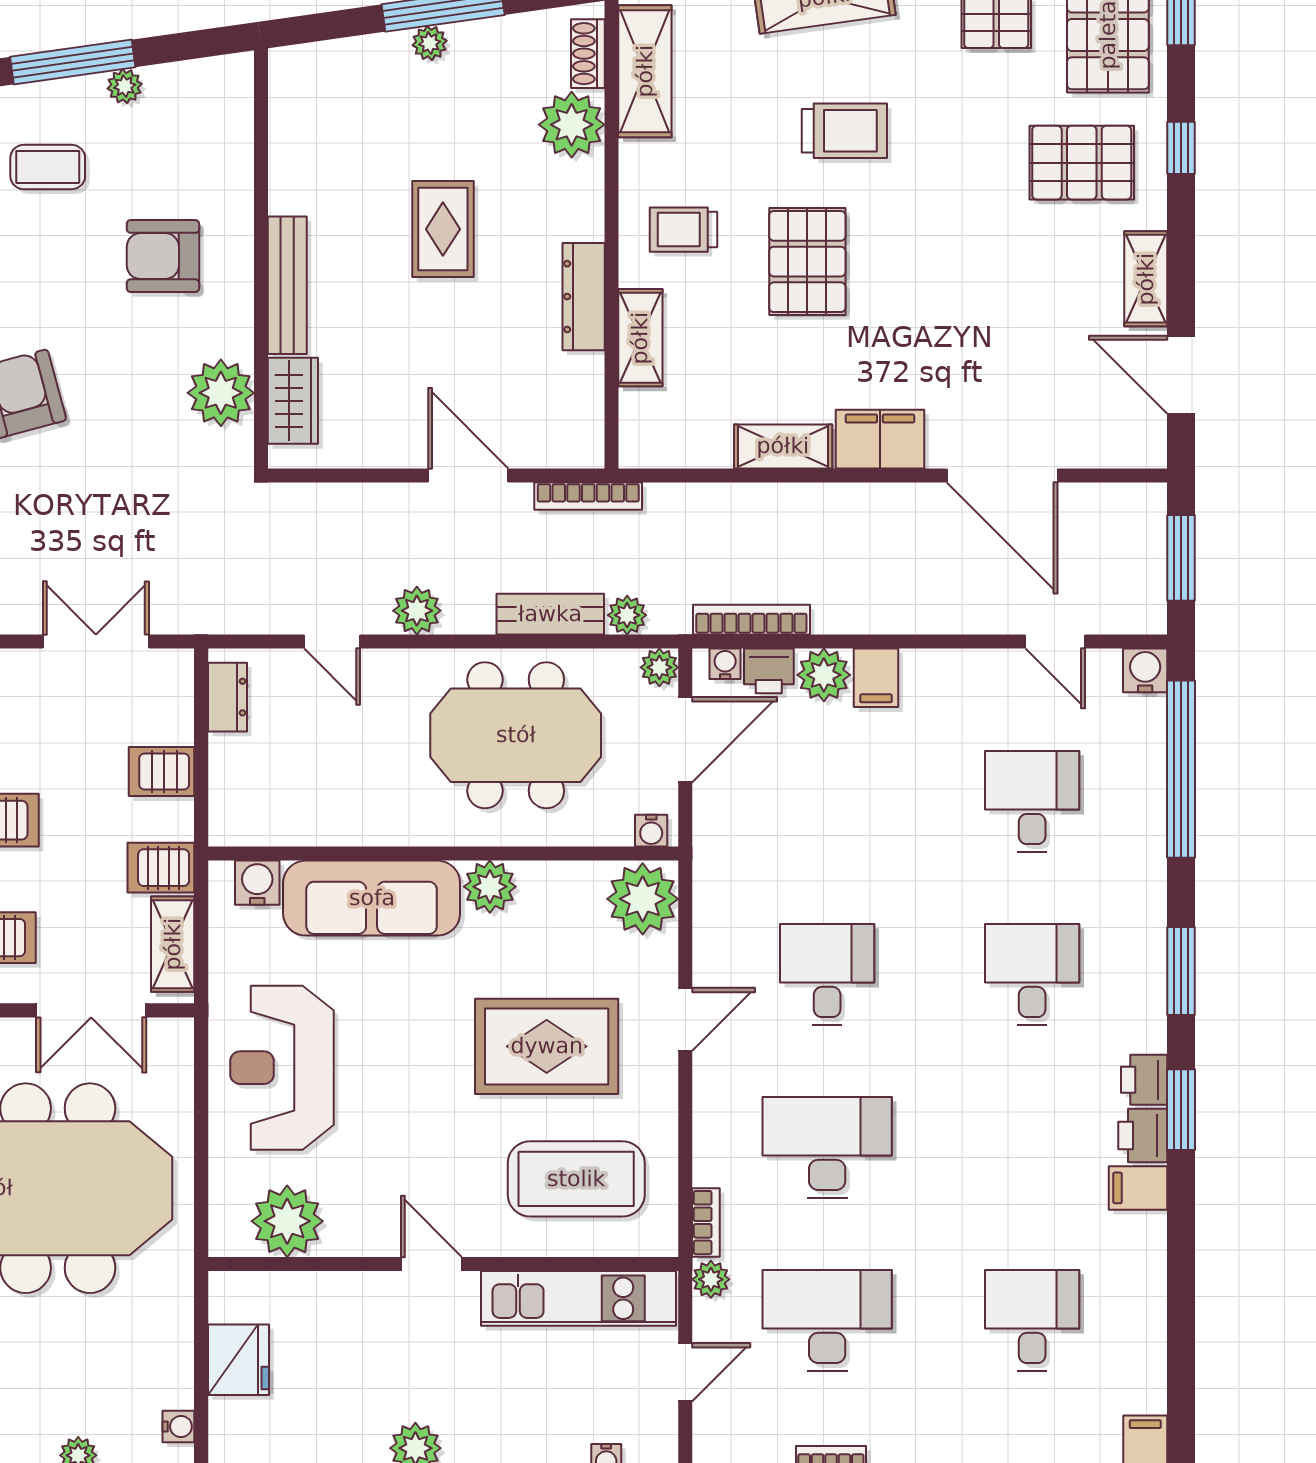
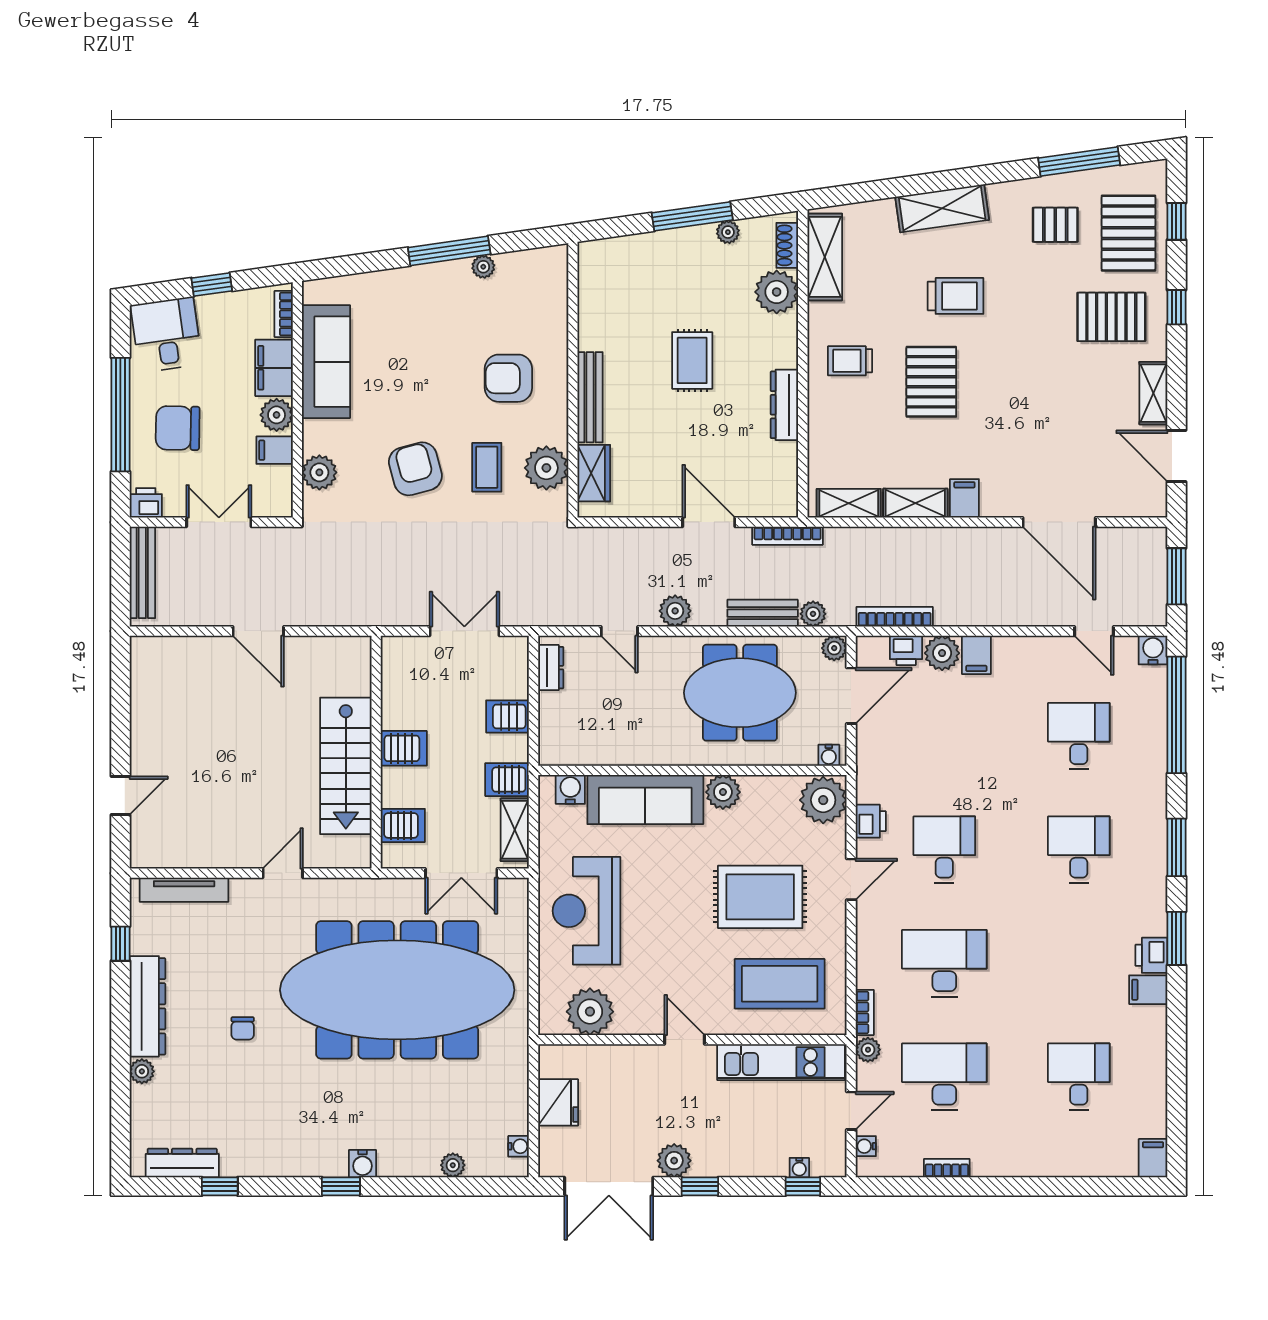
plant: (430, 43) -> (728, 232), moved
coffee table: (48, 167) -> (487, 467), moved, turned 90
shelving: (640, 338) -> (849, 503), moved, turned 90
filing cabinet: (880, 439) -> (964, 498), width x0.50
water cooler: (725, 664) -> (866, 1146), moved, turned -90
printer: (1144, 1080) -> (871, 821), moved, turned 180

